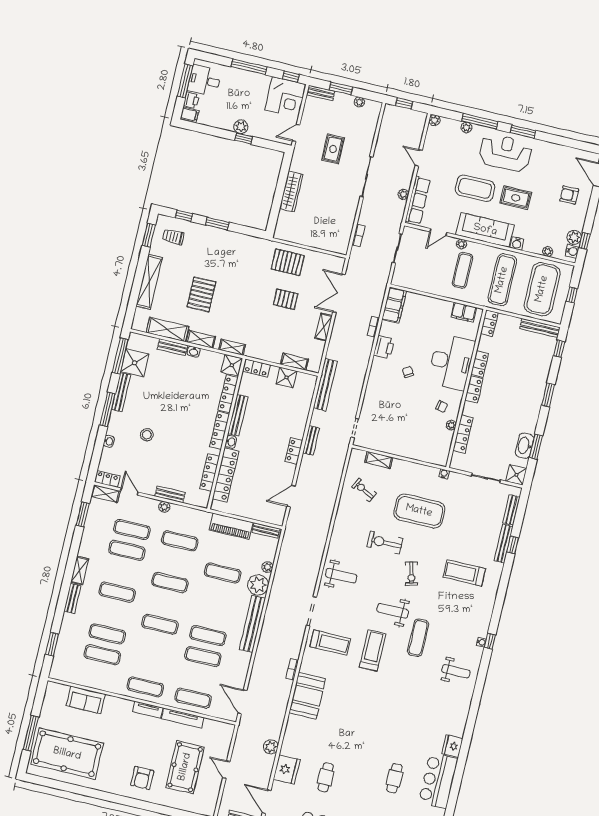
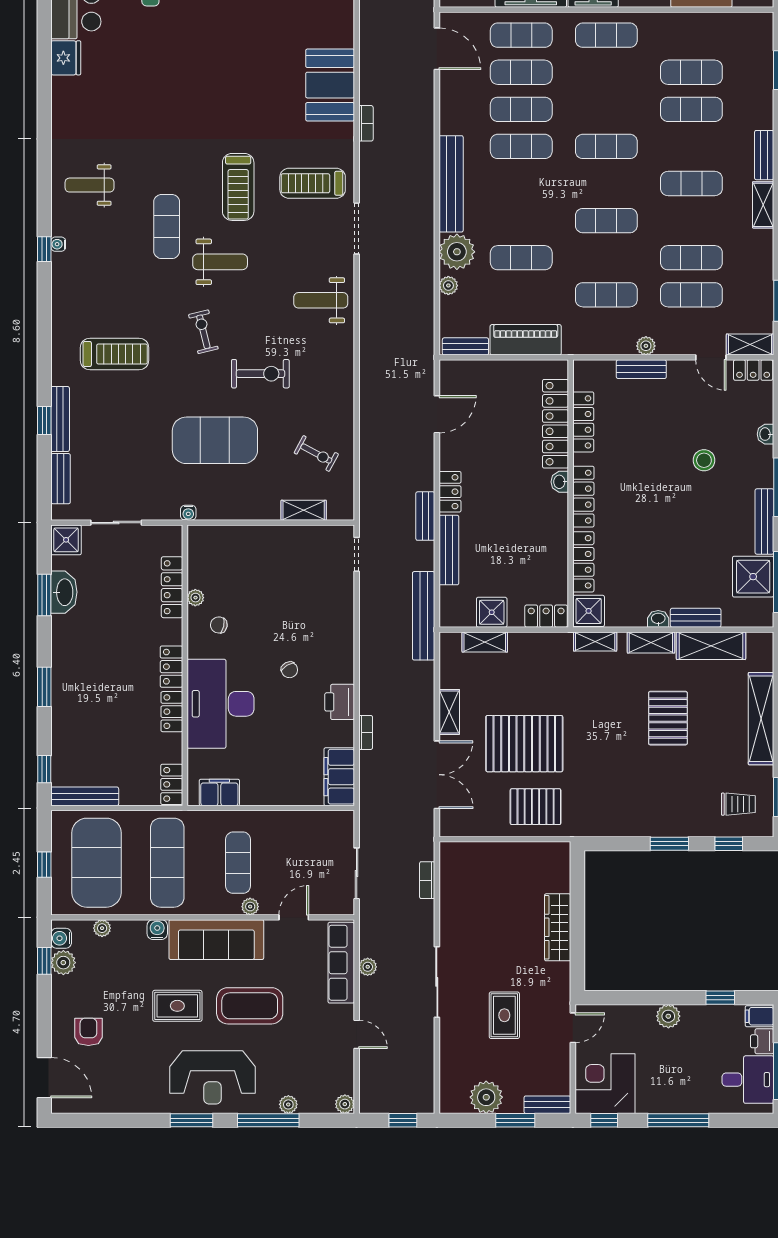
plant: (359, 102) -> (486, 1097), width x1.88, depth x1.88
window: (244, 138) -> (720, 998), moved
armchair: (569, 195) -> (88, 1032), turned -90
pallet: (286, 299) -> (524, 744), width x2.05, depth x2.00
bench: (238, 415) -> (449, 550), moved
exercise mat: (198, 677) -> (521, 72), added

